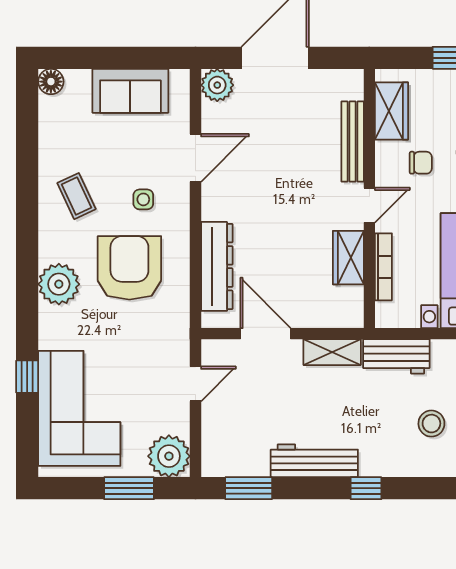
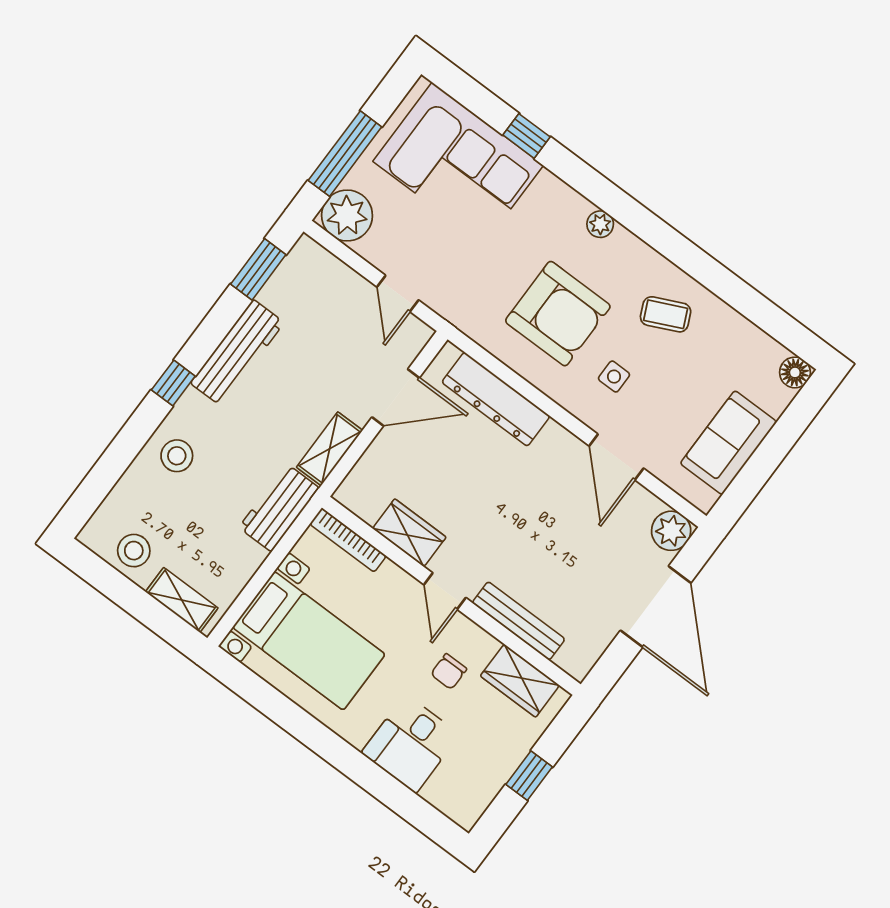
bookcase: (383, 267) -> (348, 540), moved
plant: (59, 284) -> (600, 224), width x0.53, depth x0.53
stool: (431, 424) -> (177, 456), moved
window: (129, 488) -> (345, 154), width x1.44

